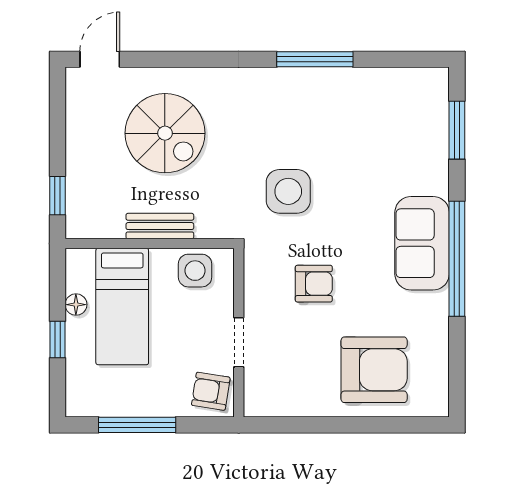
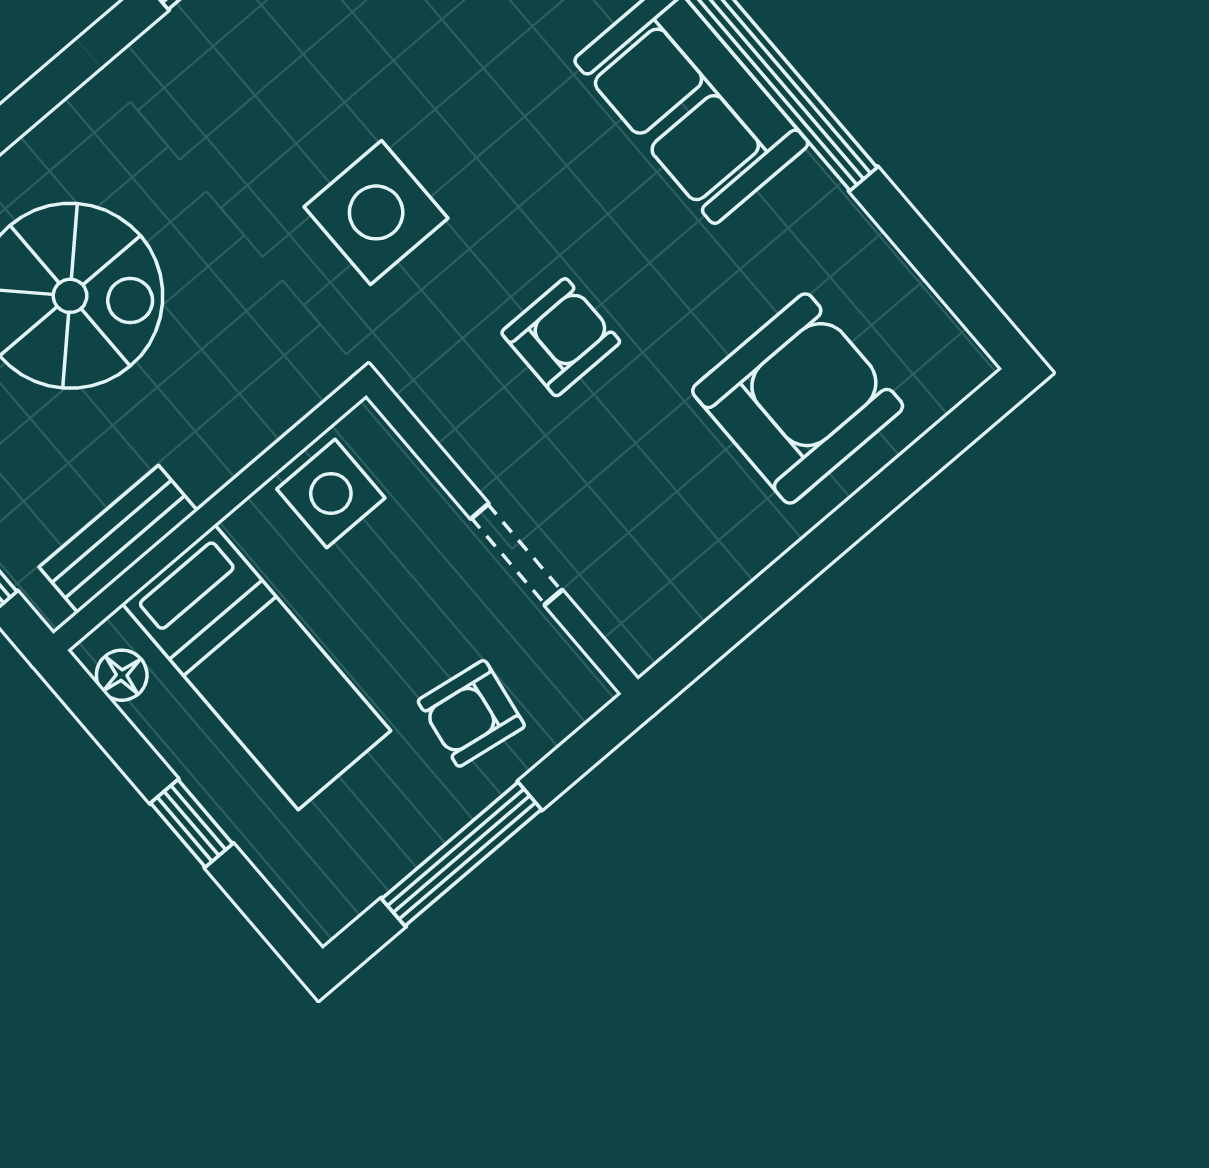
bench: (160, 226) -> (118, 539), moved
floor lamp: (76, 305) -> (122, 675), moved
armchair: (211, 391) -> (471, 713), moved

